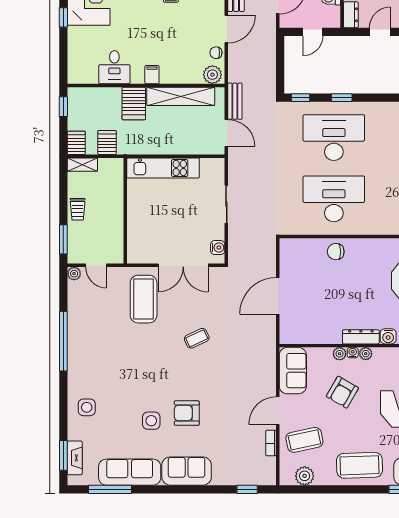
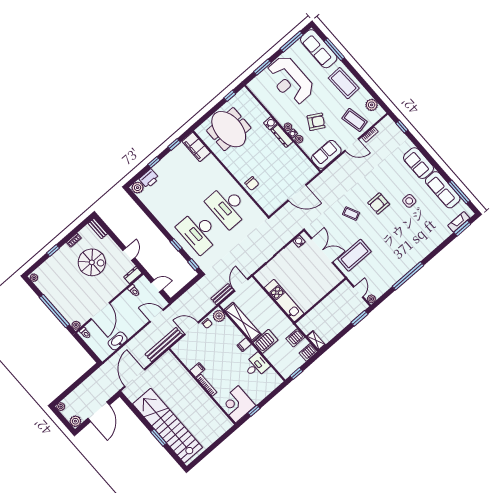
door: (380, 32) -> (129, 254), swing flipped
trolley: (78, 209) -> (339, 324), removed
side table: (87, 407) -> (430, 237), removed
armchair: (187, 413) -> (379, 204), moved, turned 90

